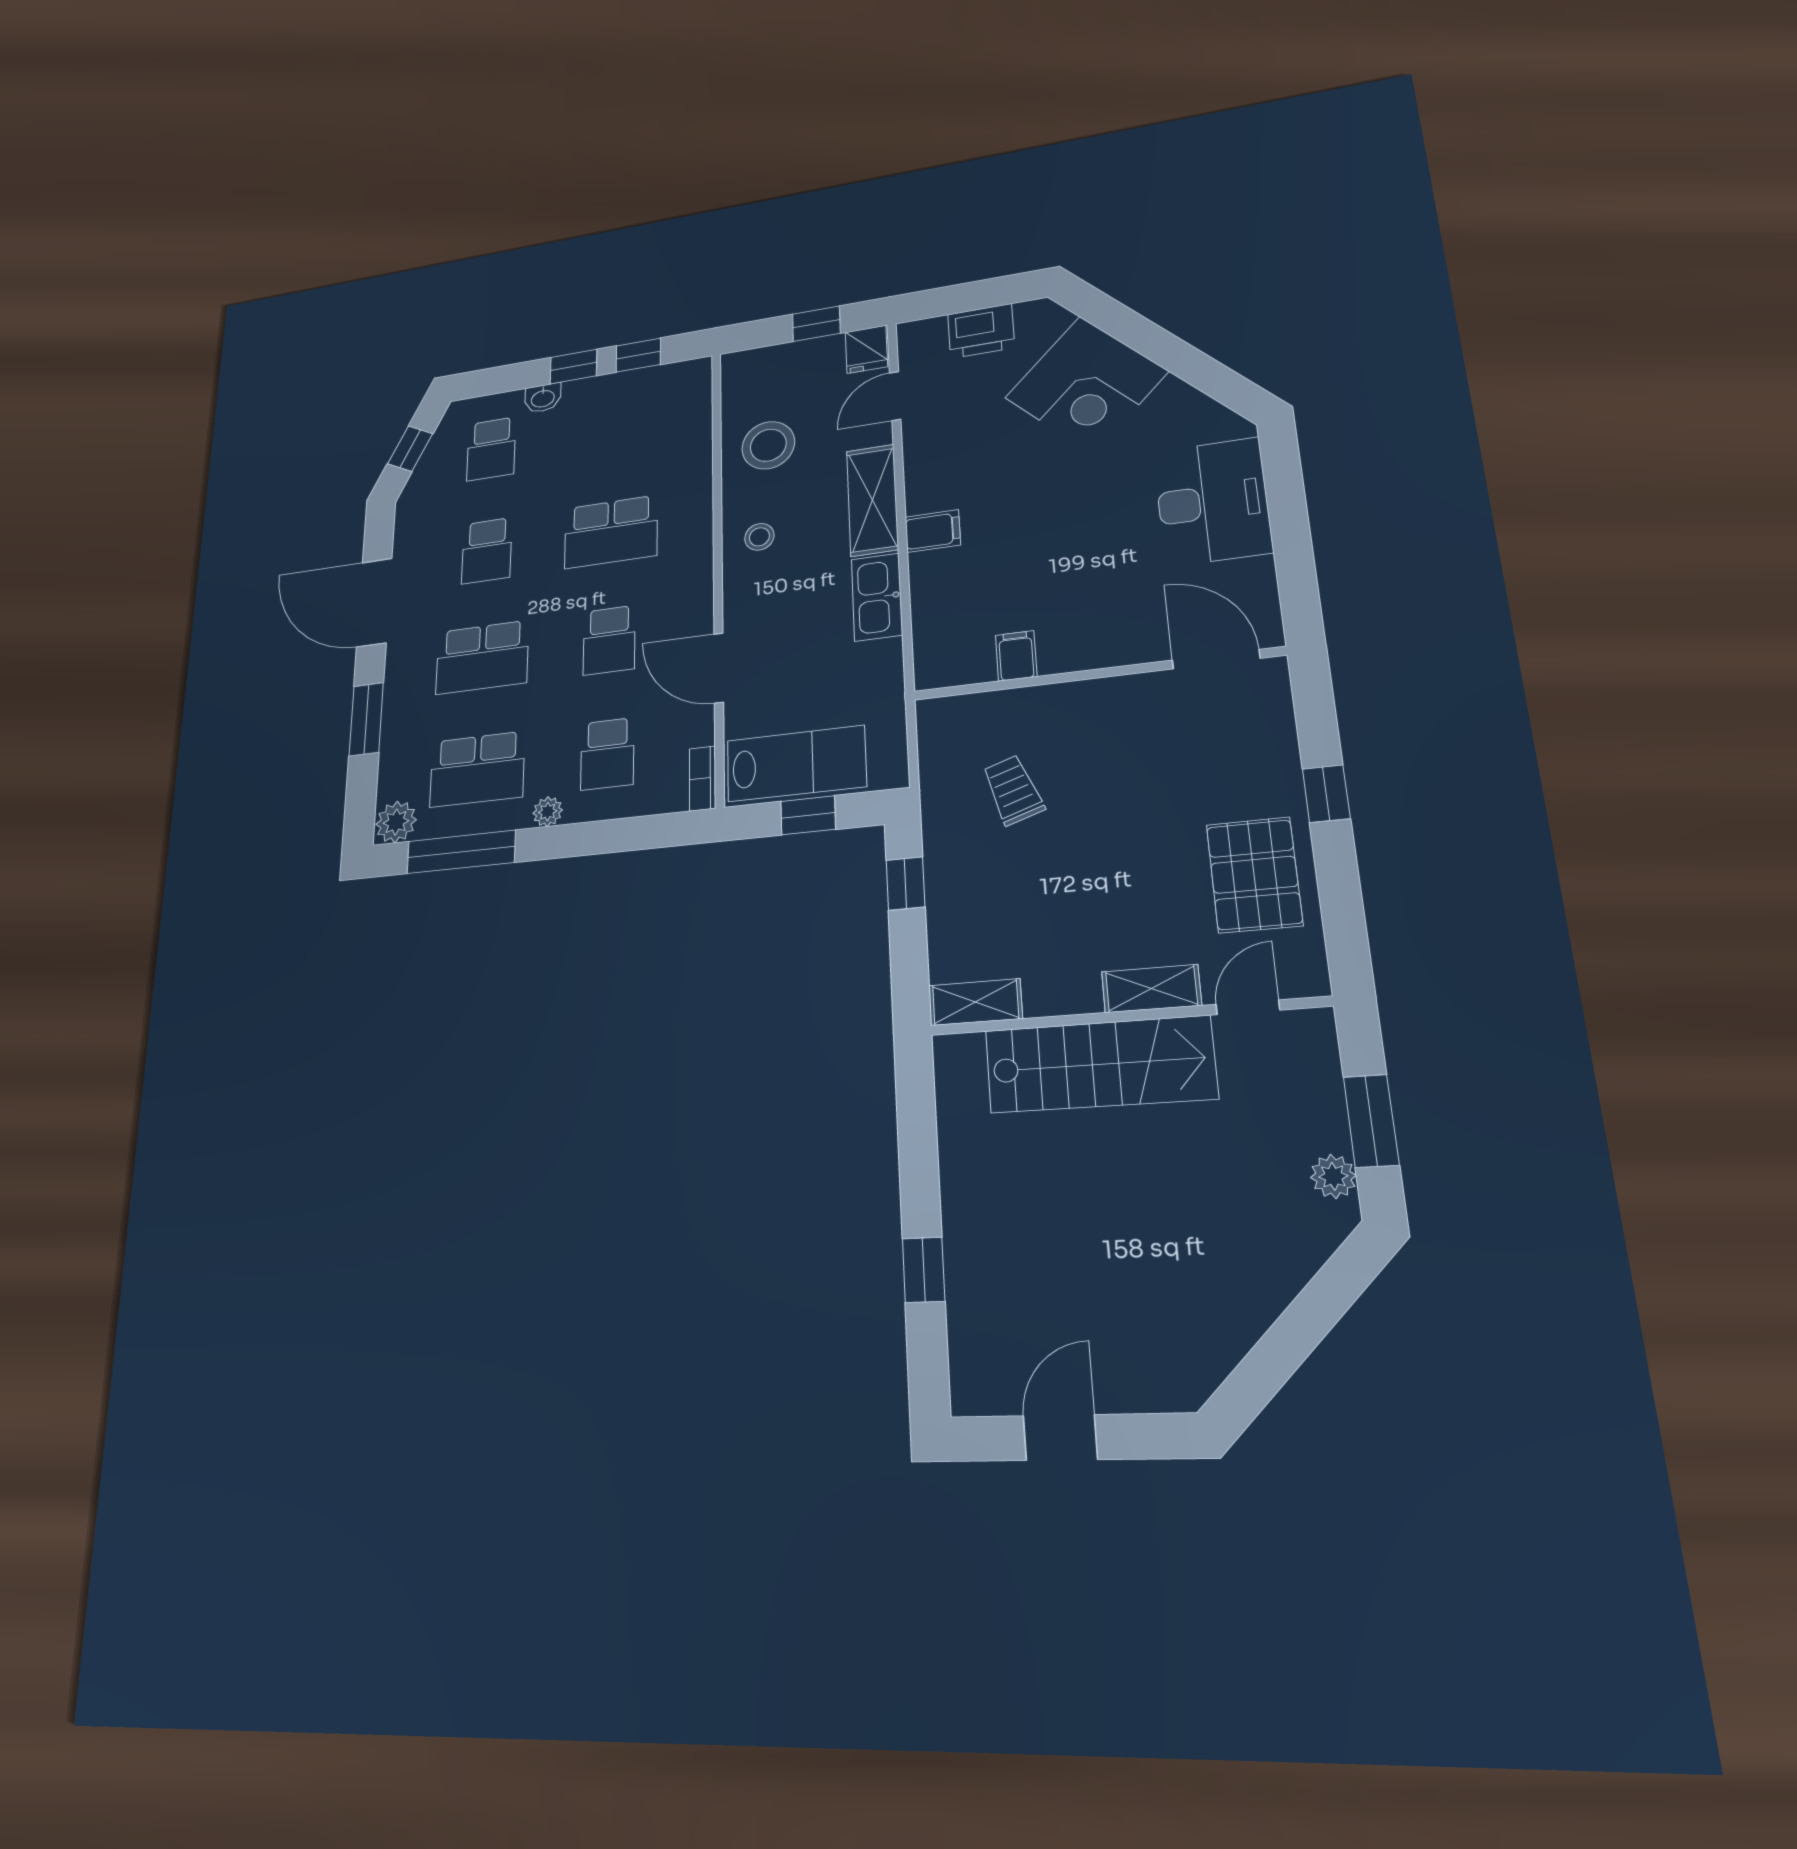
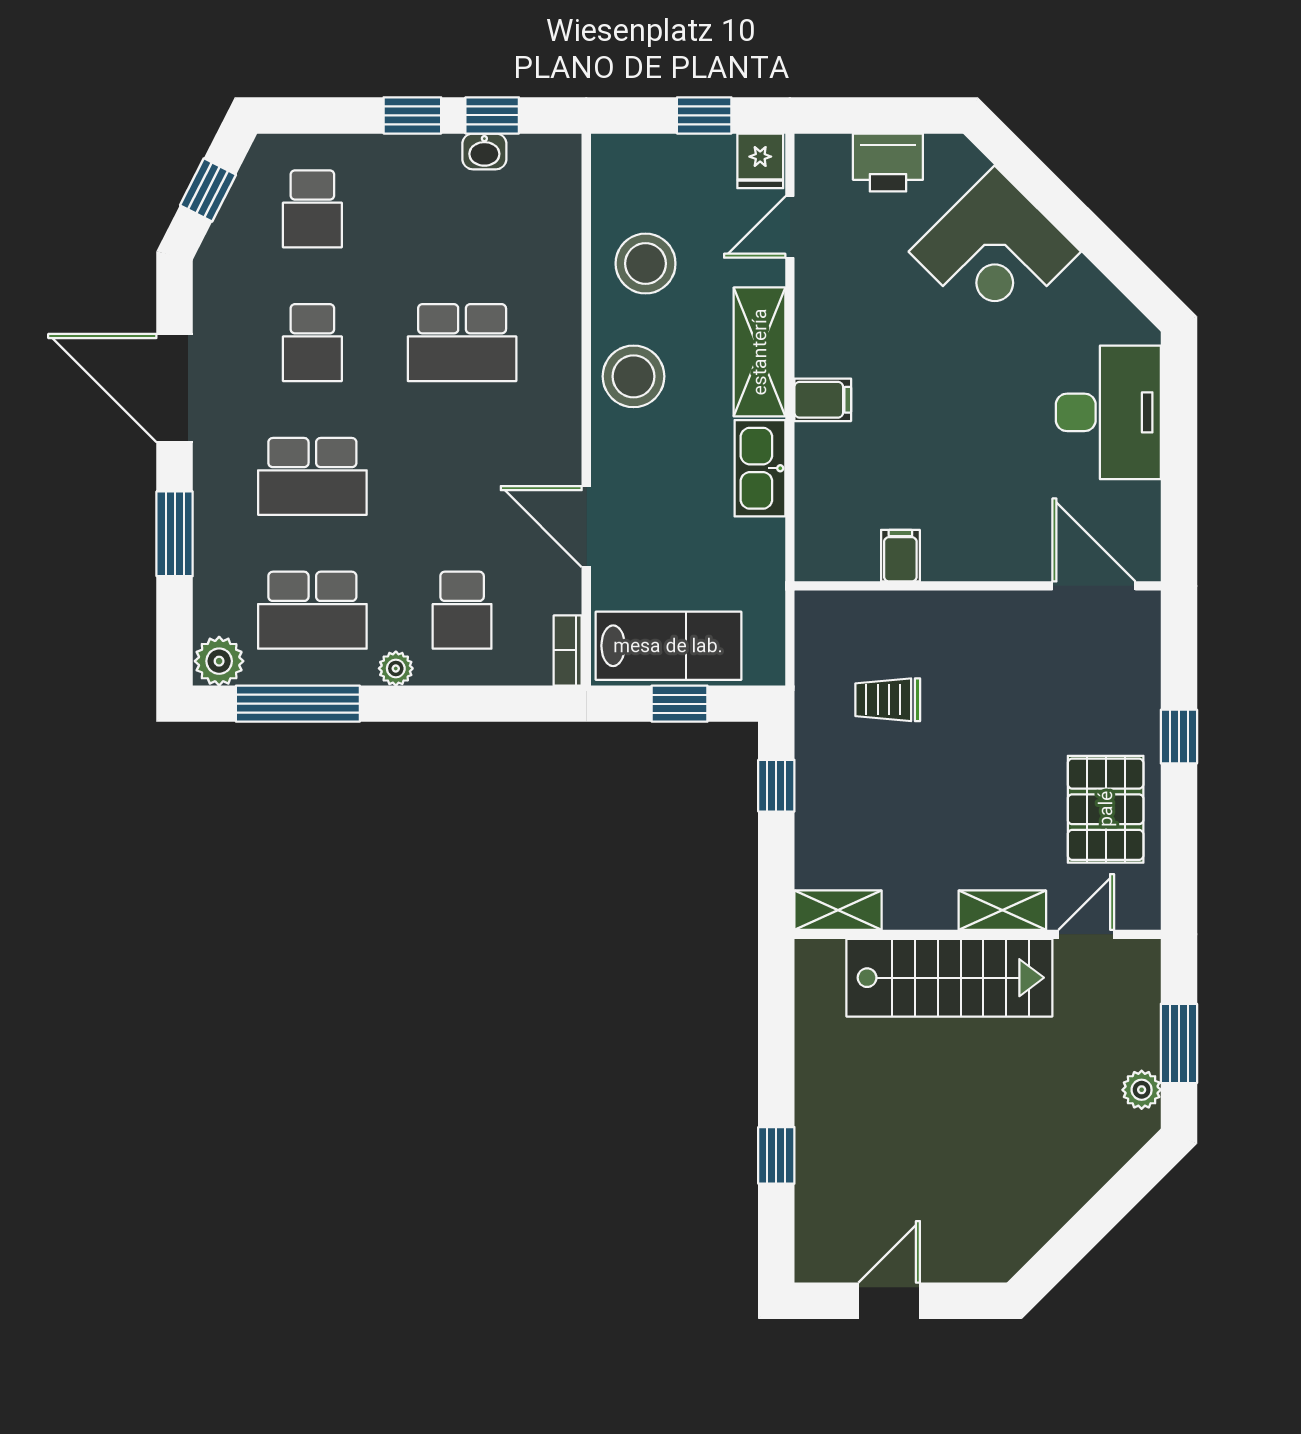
washbasin: (543, 398) -> (484, 151), moved
stool: (759, 537) -> (634, 376), width x1.89, depth x1.89
school desk: (609, 640) -> (462, 476), removed
trolley: (1013, 790) -> (888, 700), turned -71

